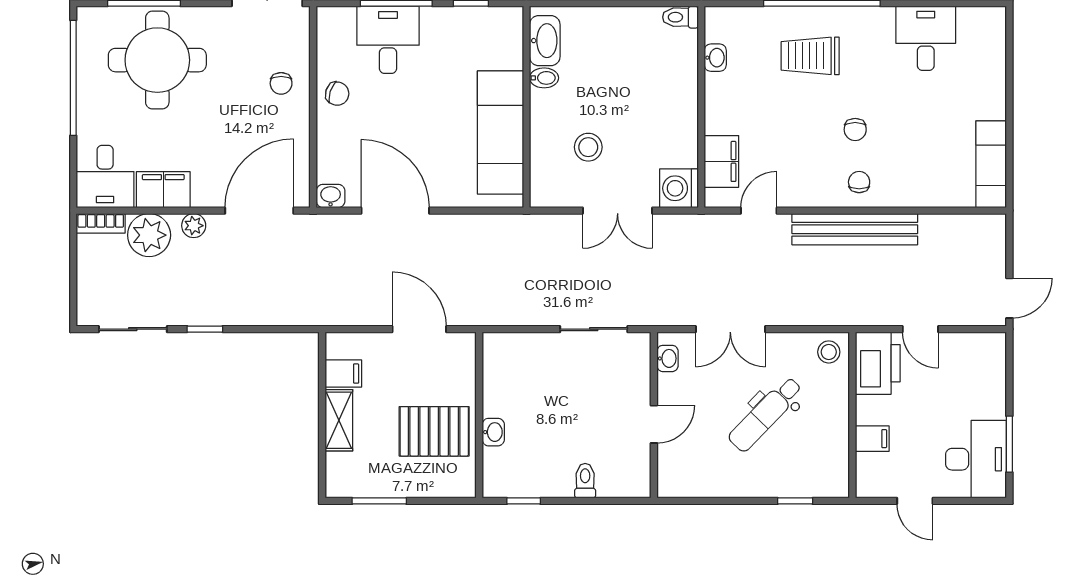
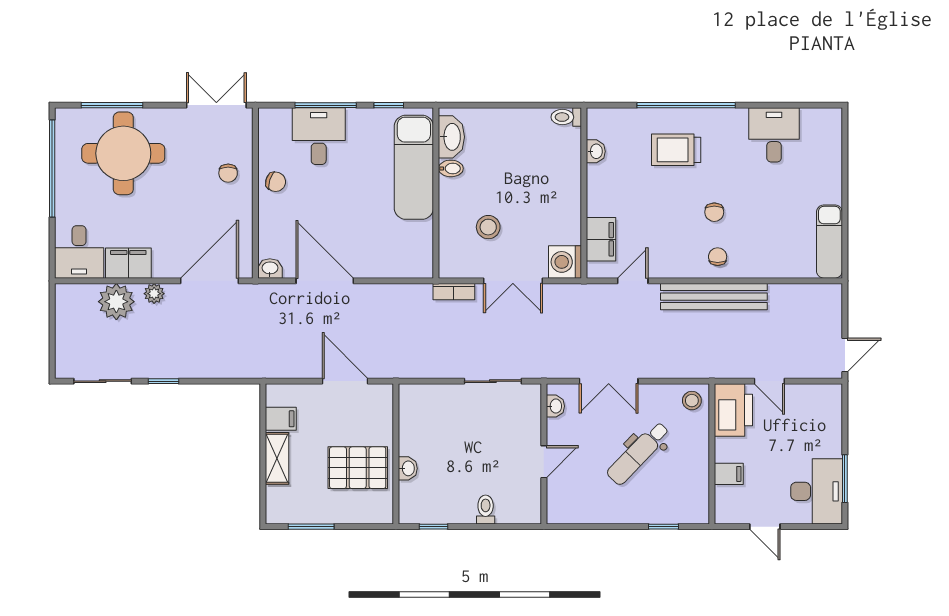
exam couch: (500, 133) -> (414, 167), moved
bookcase: (101, 223) -> (454, 292), moved

